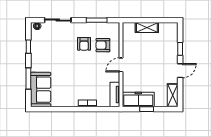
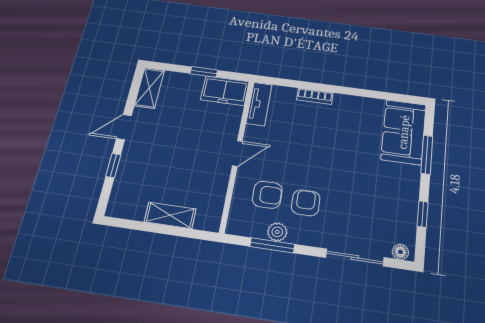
plant: (95, 27) -> (277, 232), added
freezer: (138, 100) -> (225, 91), width x0.71

